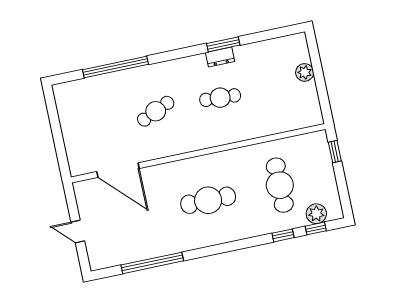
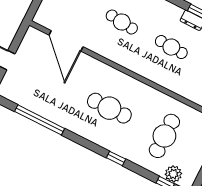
cafe table: (156, 111) -> (122, 22), turned 30
window: (283, 235) -> (116, 158), moved

